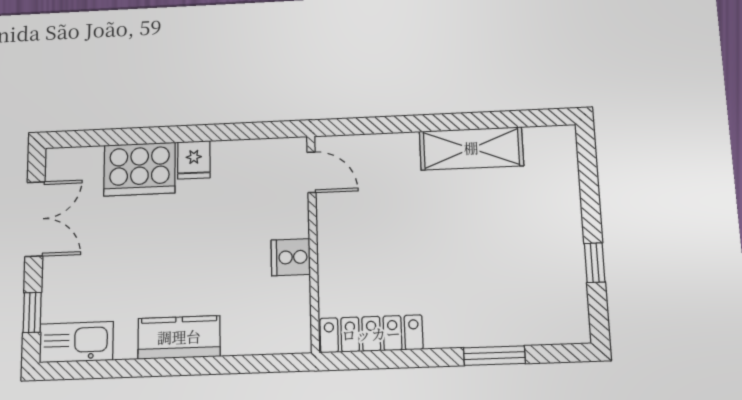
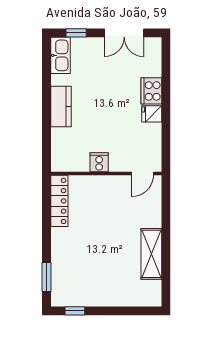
cooker: (140, 169) -> (151, 91), width x0.73, depth x0.76
window: (595, 263) -> (75, 311), moved
window: (494, 356) -> (47, 277), moved

